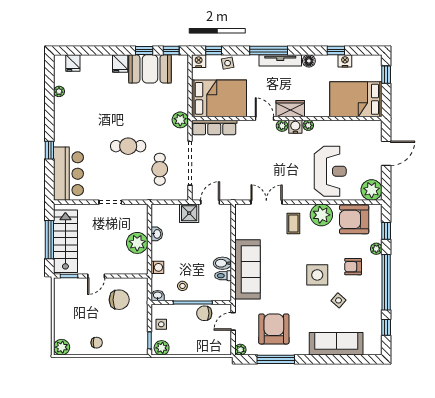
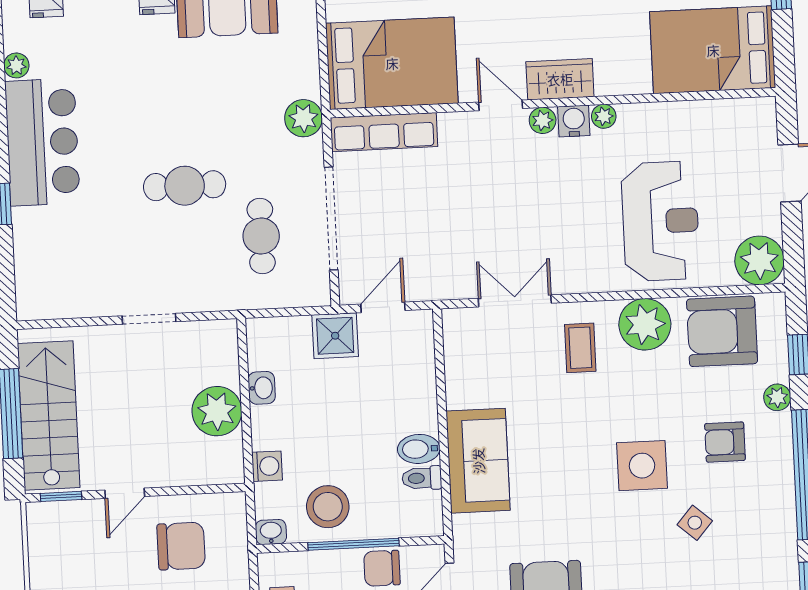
bar counter: (68, 174) -> (42, 142), moved
sofa: (247, 269) -> (478, 461), width x0.73
stool: (182, 286) -> (328, 507), width x1.89, depth x1.89

